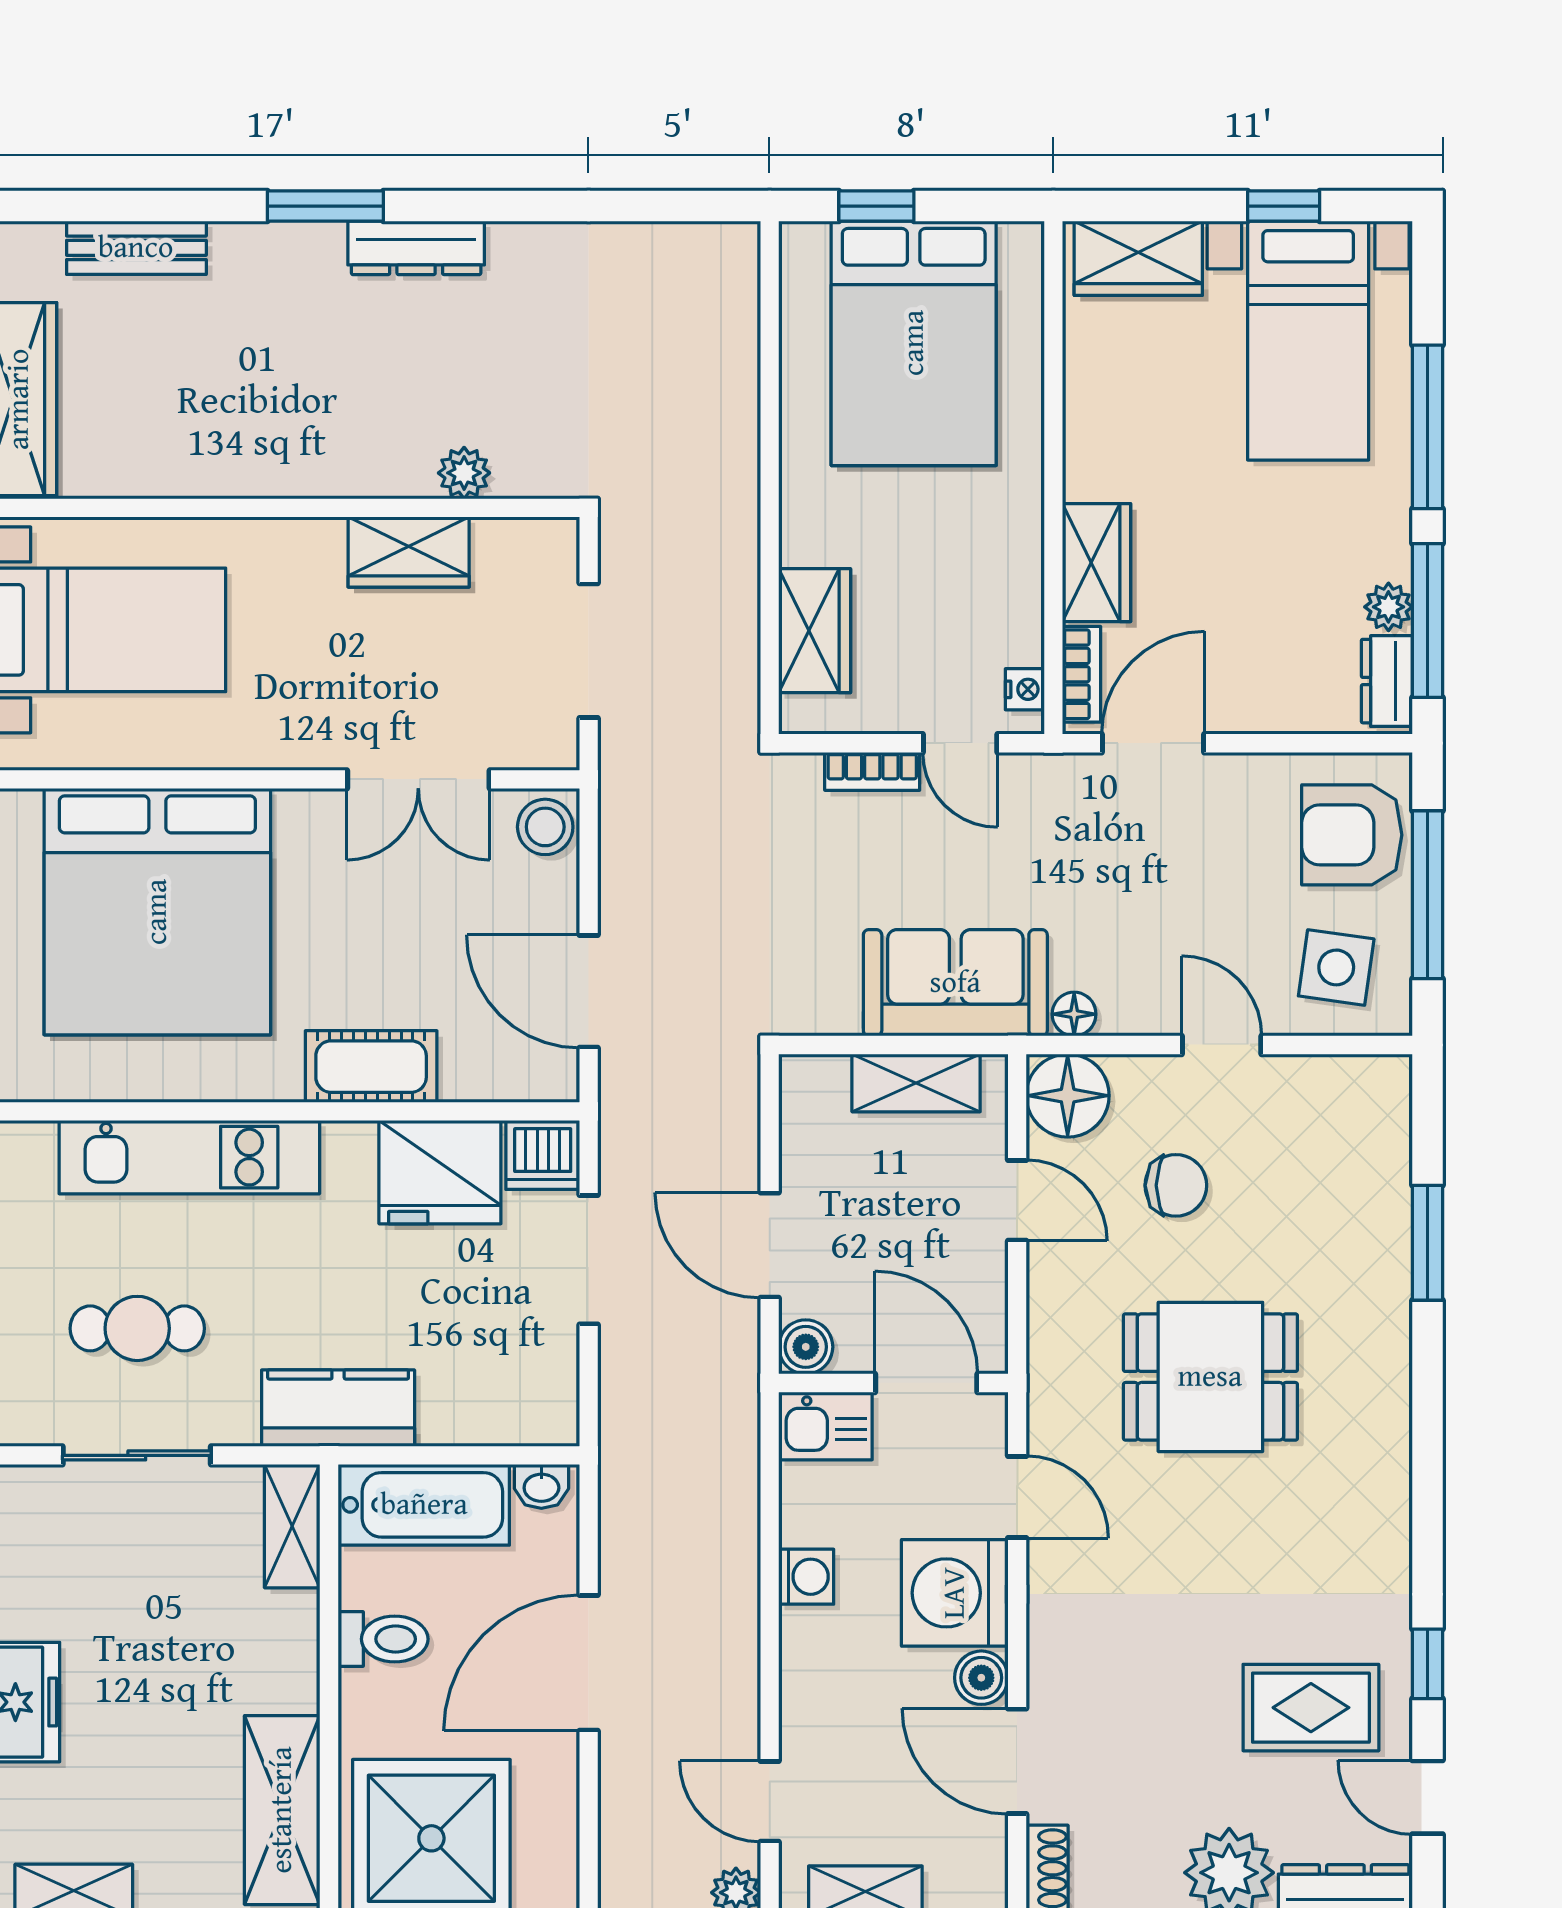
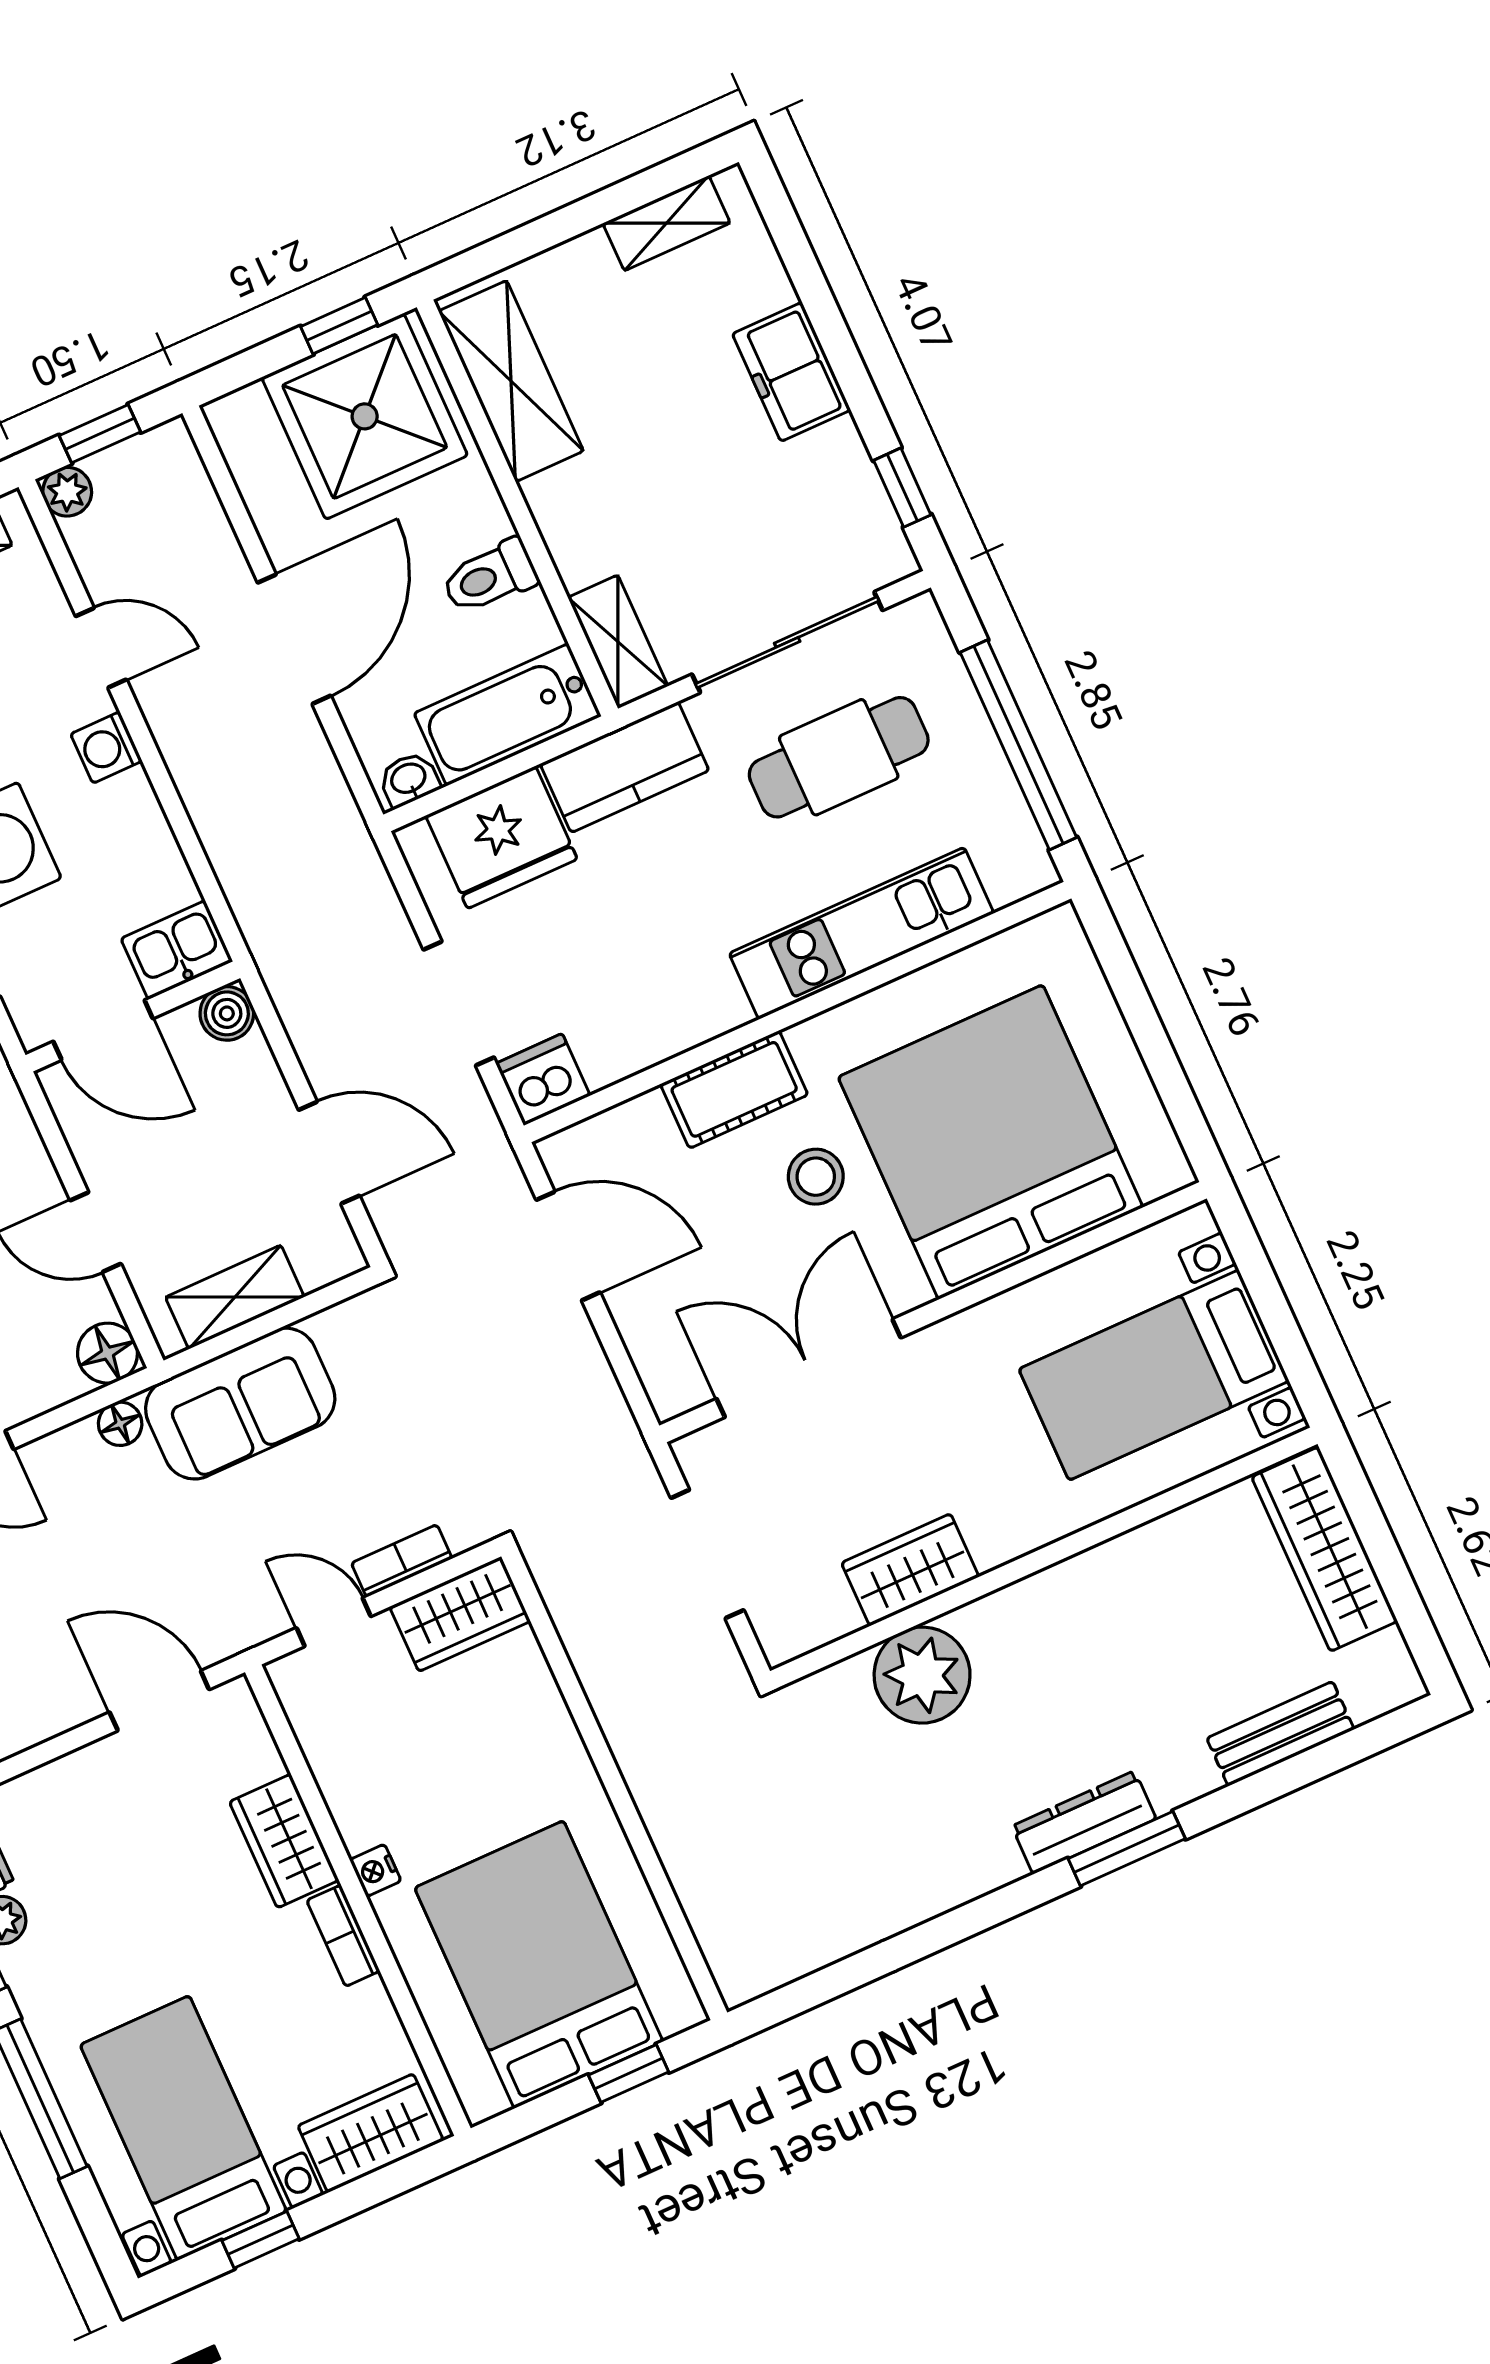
dresser: (416, 248) -> (1084, 1822), moved
plant: (464, 473) -> (922, 1675), width x1.88, depth x1.88
wardrobe: (815, 631) -> (460, 1614), moved, turned -90
bookcase: (1081, 674) -> (343, 1936), moved
nightstand: (1025, 689) -> (375, 1870), moved
door: (1153, 743) -> (159, 1701), swing flipped
double door: (418, 779) -> (809, 1368), width x1.37
stool: (545, 827) -> (816, 1177), moved
floor lamp: (1068, 1096) -> (107, 1353), width x0.73, depth x0.73
fridge: (440, 1172) -> (501, 837), moved, turned 180
door: (770, 1245) -> (329, 1153), moved
cafe table: (137, 1328) -> (839, 757), width x1.37, depth x1.35
sliding door: (137, 1455) -> (787, 642), width x1.37
washing machine: (806, 1577) -> (106, 748), moved
door: (770, 1801) -> (101, 648), moved

